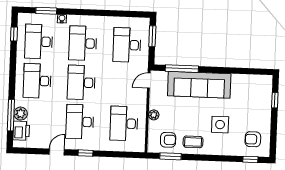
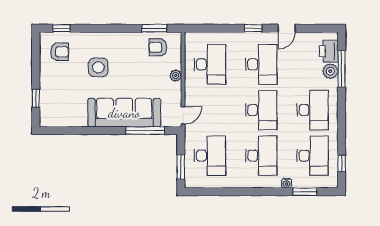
coffee table: (193, 142) -> (129, 46), removed

